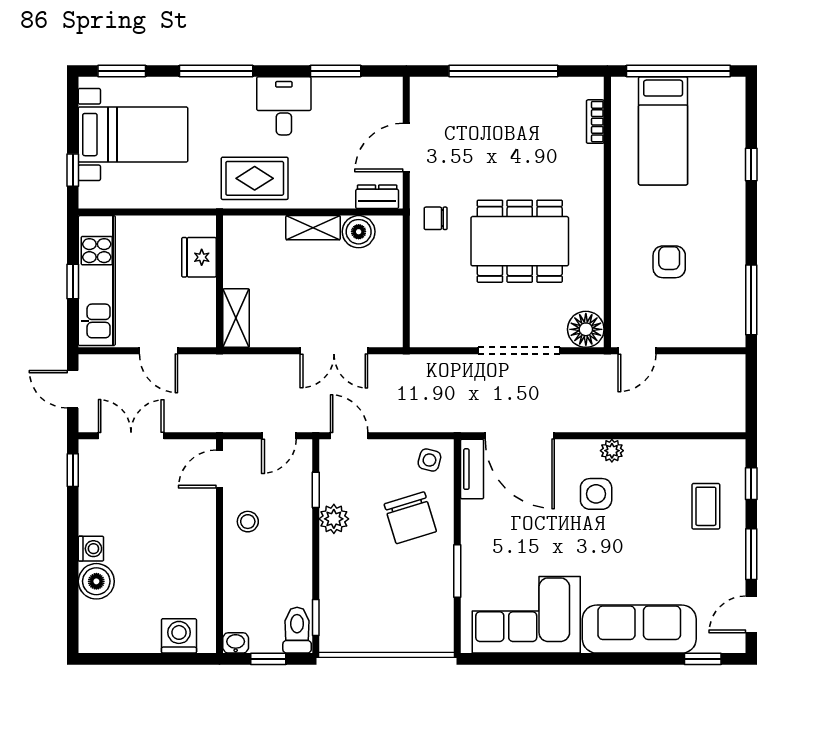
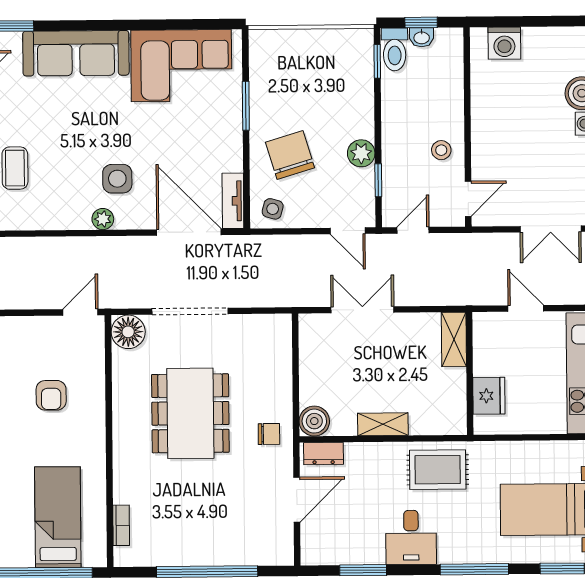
boiler: (359, 232) -> (314, 421), moved
dining table: (520, 241) -> (190, 413), turned 90
washbasin: (236, 643) -> (422, 37), moved

